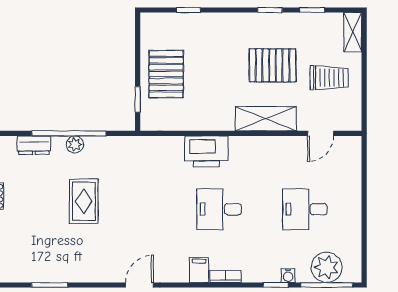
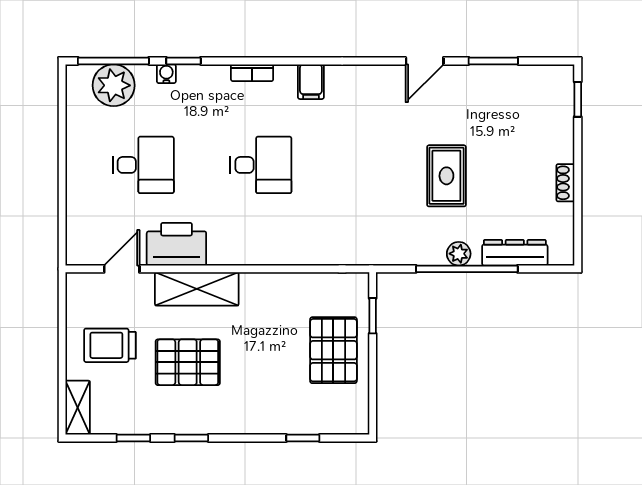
dresser: (34, 145) -> (515, 253), width x1.44
printer: (206, 151) -> (176, 244), moved
filing cabinet: (199, 270) -> (311, 82), moved
door: (140, 285) -> (425, 61), moved

